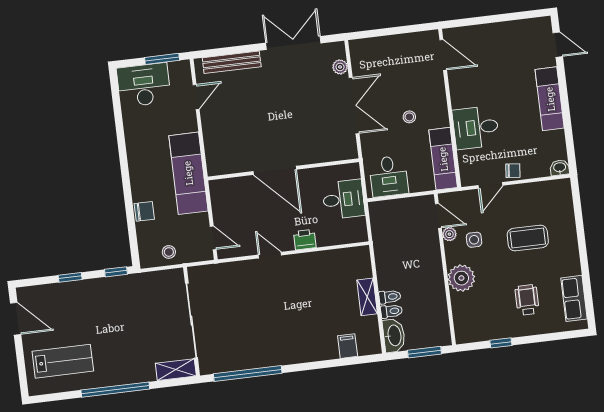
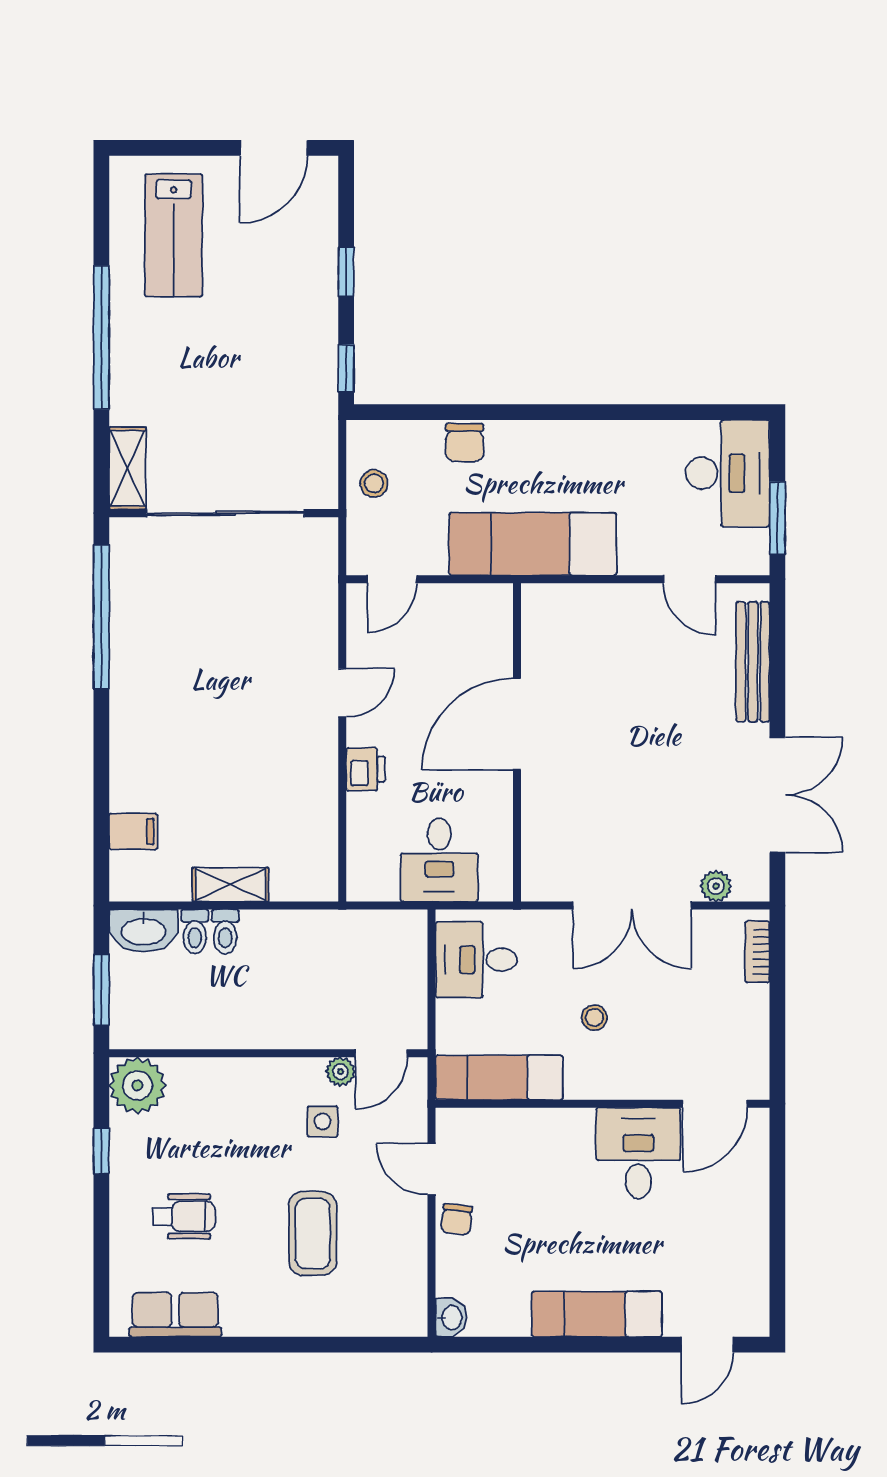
bookcase: (369, 44) -> (757, 952), added
desk: (476, 128) -> (638, 1153), moved
plant: (461, 278) -> (137, 1085), moved

